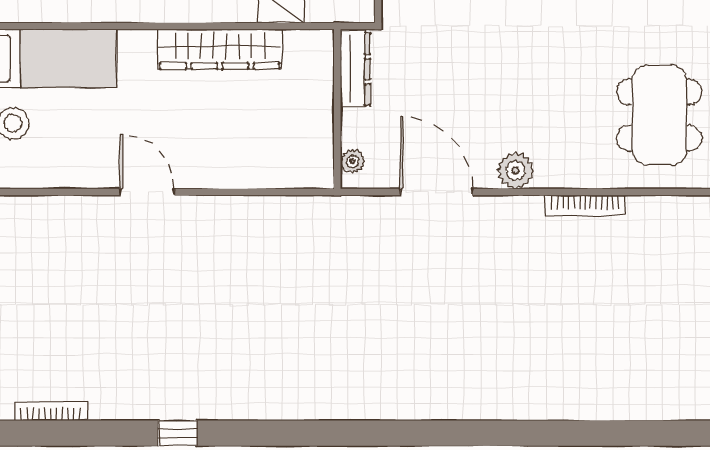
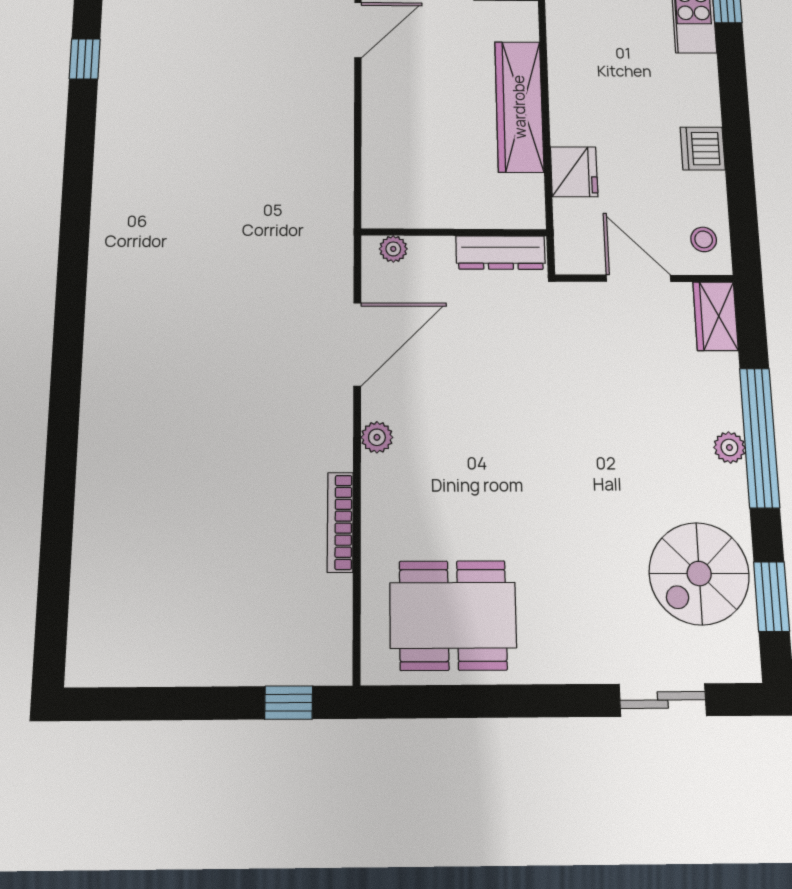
plant: (515, 171) -> (377, 437), width x0.73, depth x0.73

